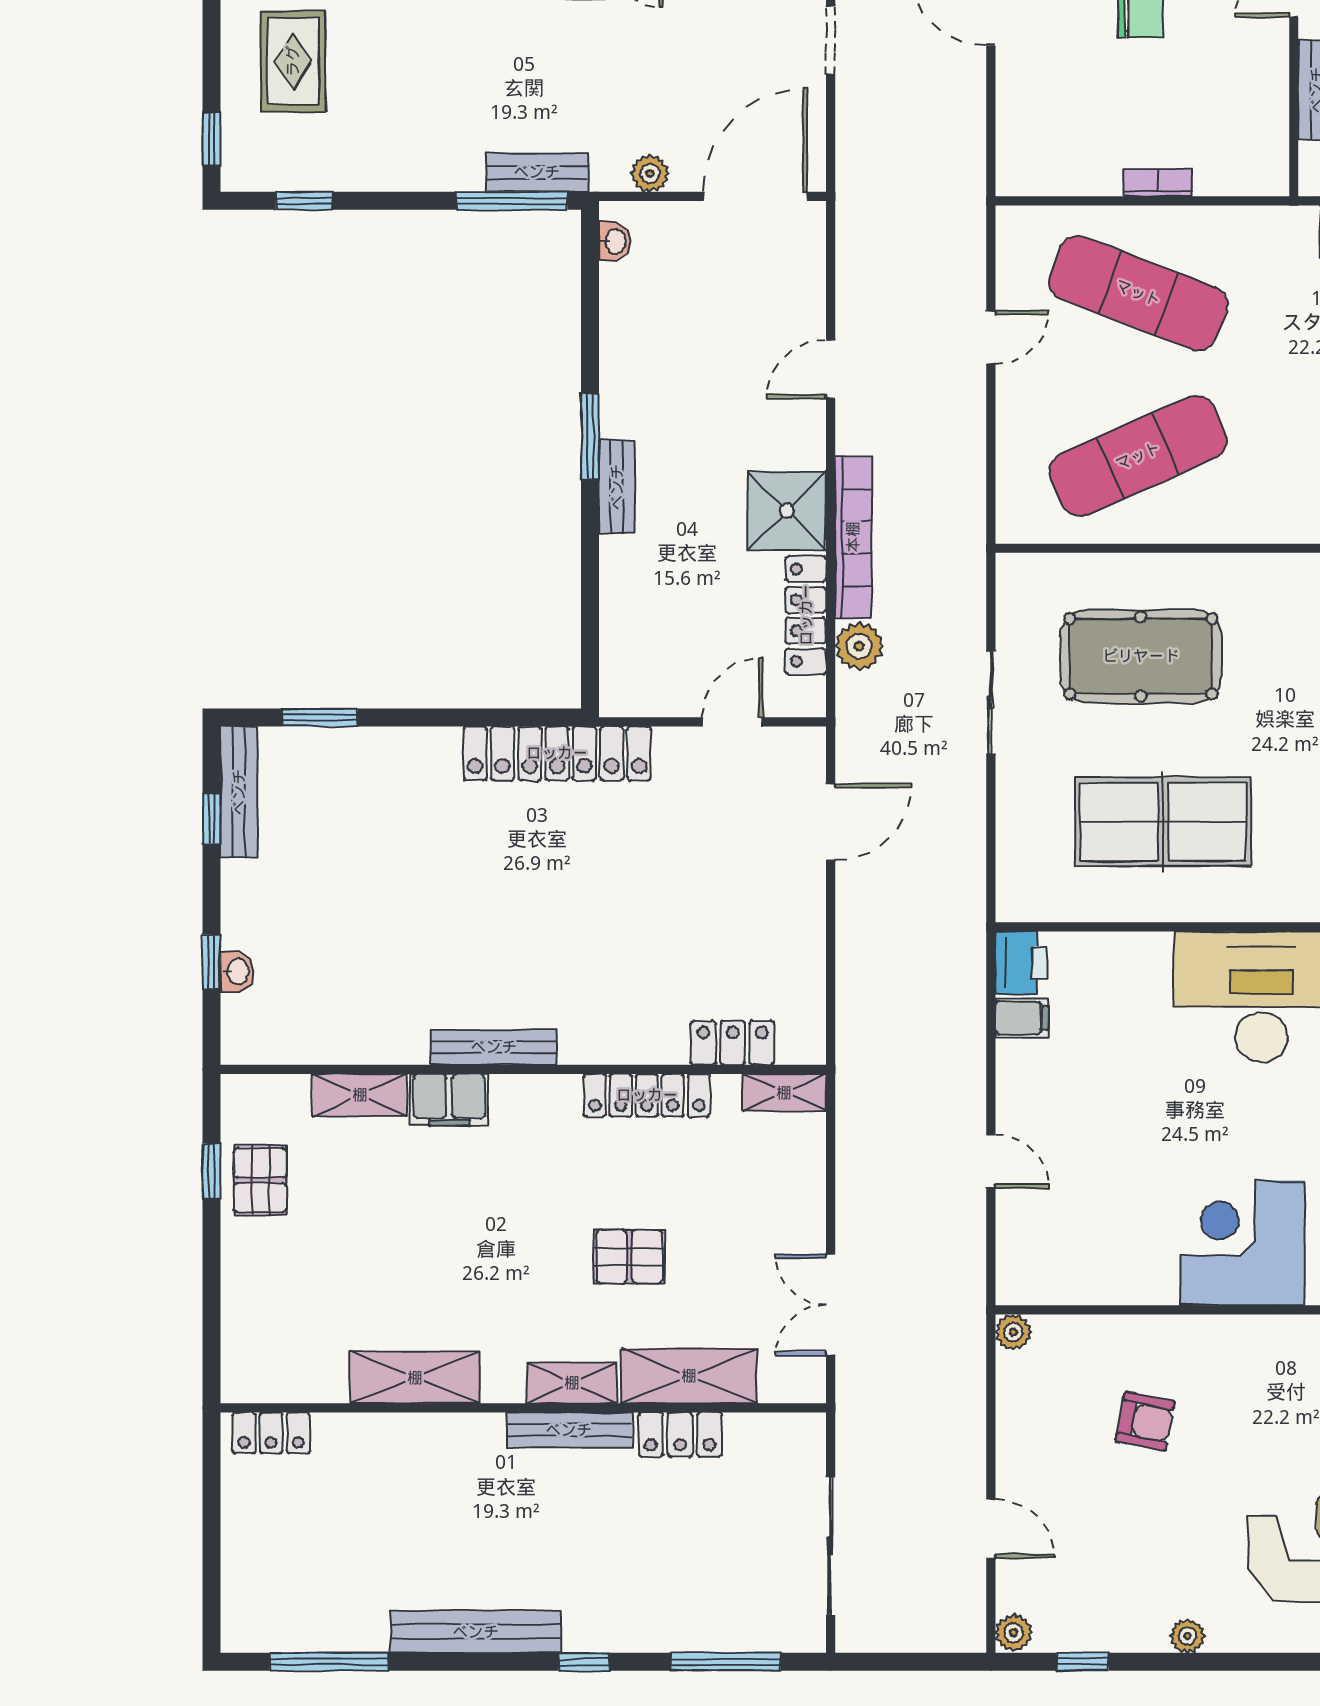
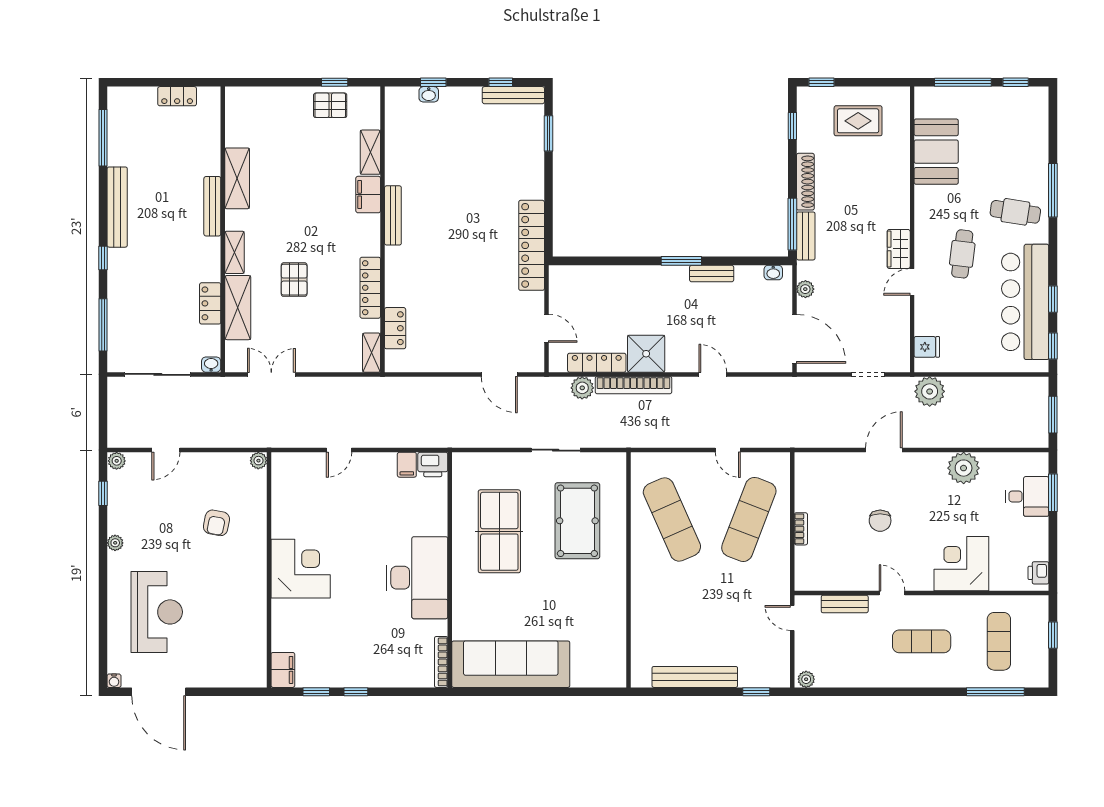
shoe rack: (422, 173) -> (805, 182), added
bench: (617, 487) -> (712, 274), moved
bench: (569, 1430) -> (212, 206), moved
locker: (271, 1433) -> (177, 96), moved, turned -90
washbasin: (810, 1433) -> (211, 365), added

